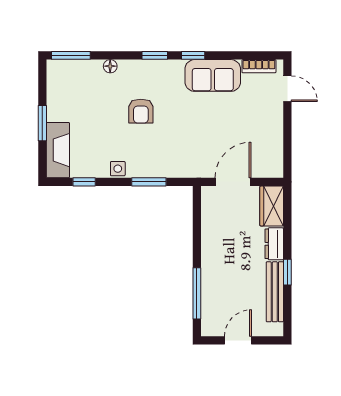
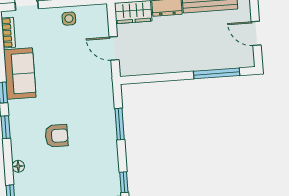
side table: (118, 169) -> (69, 19), moved
door: (233, 182) -> (114, 48), width x0.73

